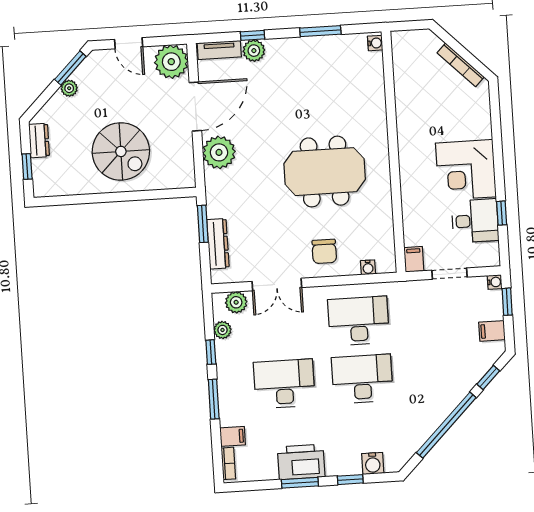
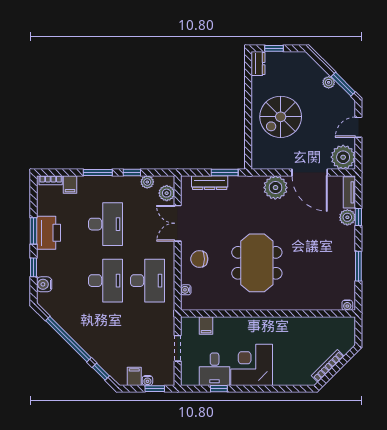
dresser: (39, 141) -> (258, 64), moved, turned -90
filing cabinet: (414, 259) -> (206, 325), moved, turned 90
water cooler: (495, 282) -> (147, 380), moved

